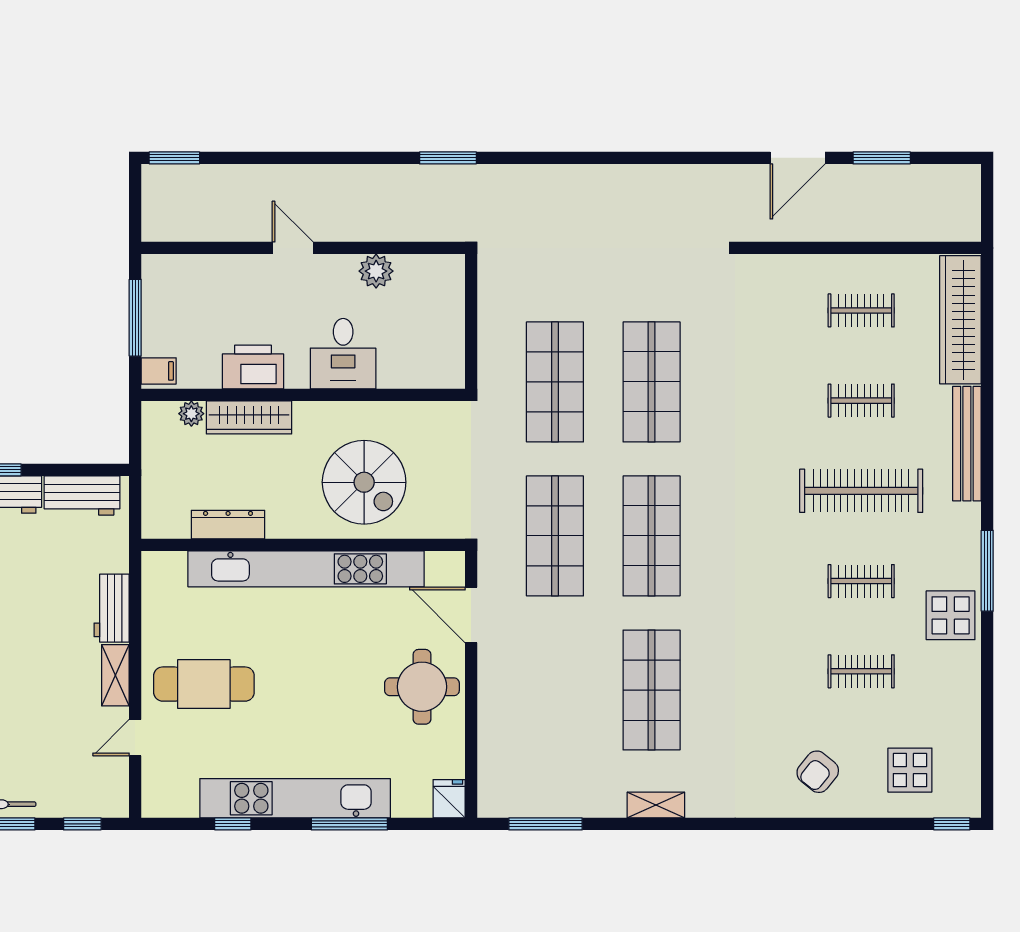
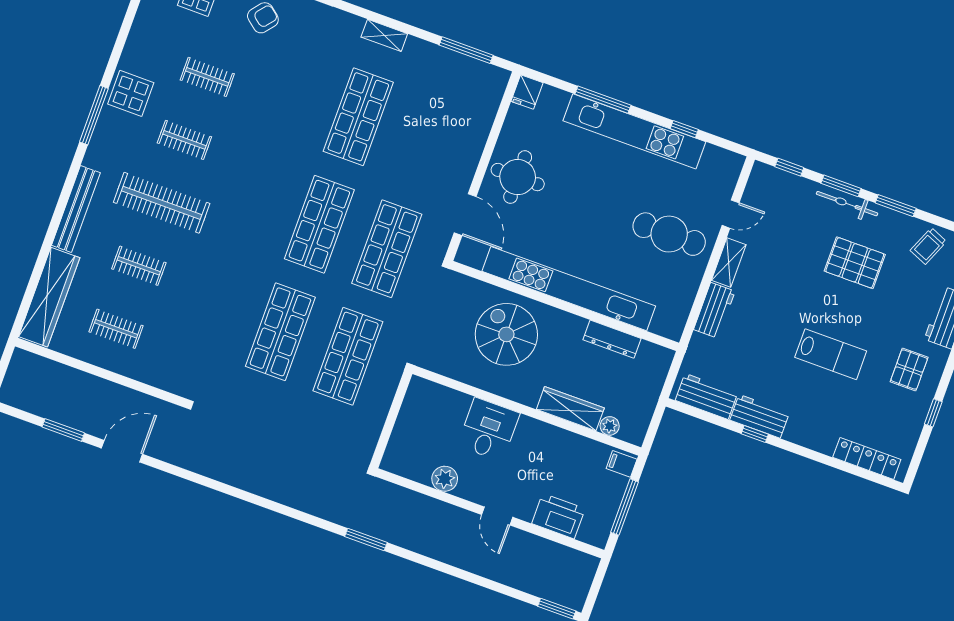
printer: (253, 367) -> (558, 516), moved, turned 180

